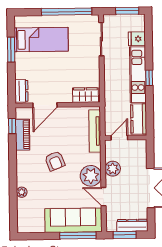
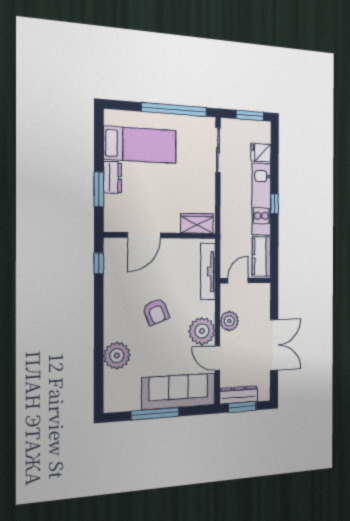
window: (11, 50) -> (99, 189), moved
dresser: (21, 91) -> (112, 177), moved
piano: (23, 135) -> (113, 276), removed
plant: (22, 192) -> (117, 356), width x1.88, depth x1.88
dresser: (132, 225) -> (239, 395), moved
window: (78, 236) -> (155, 414), moved

